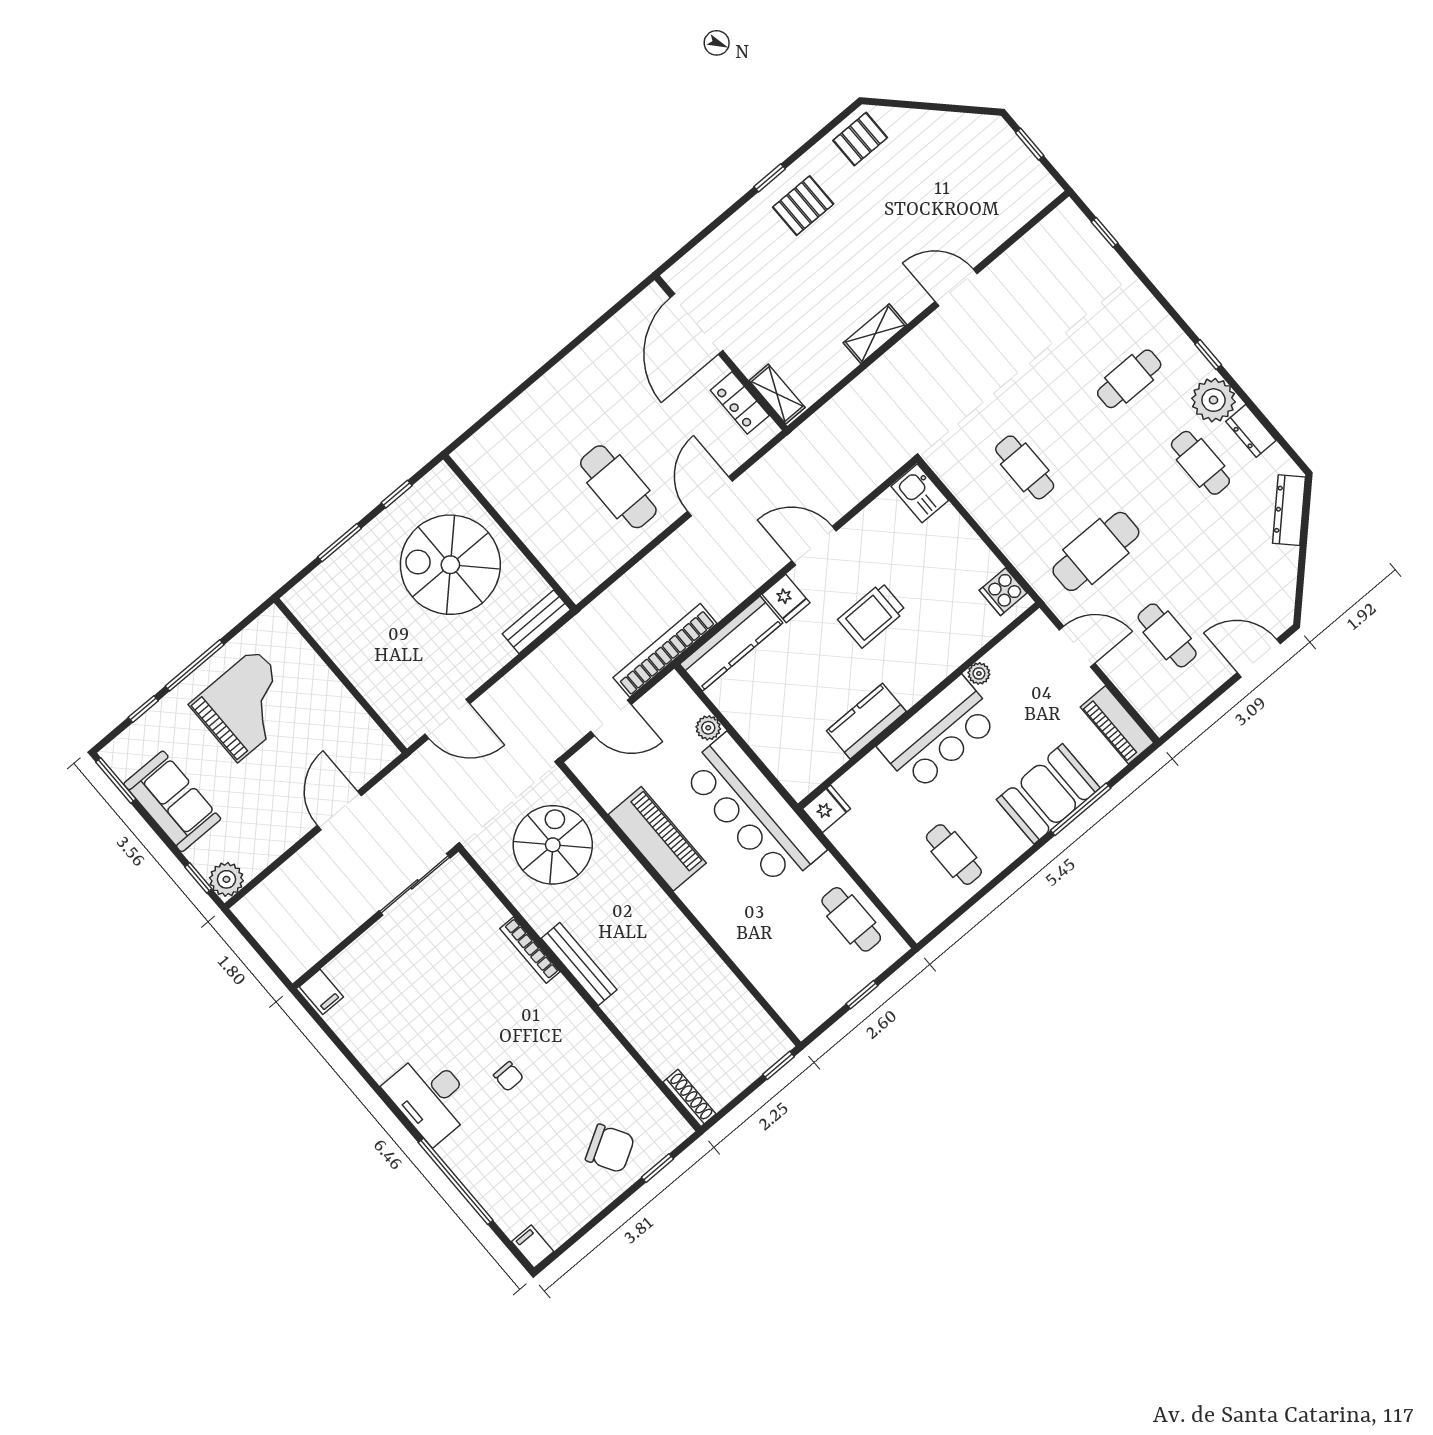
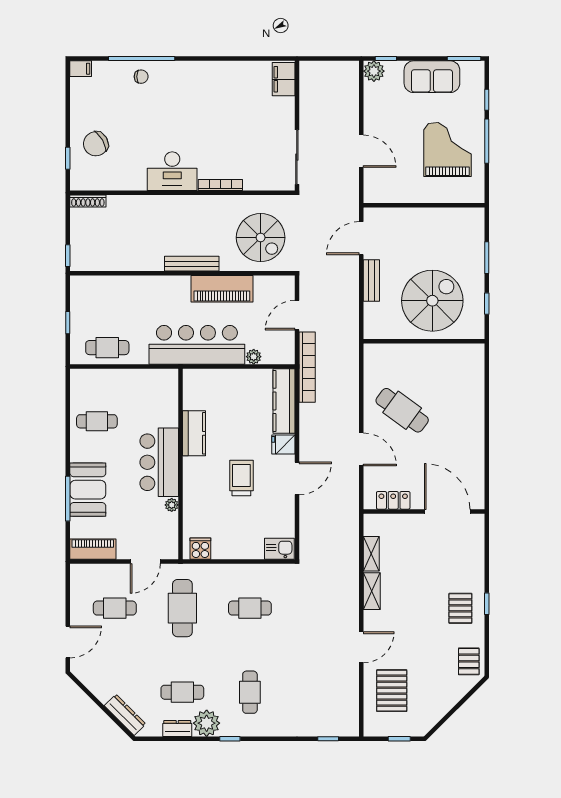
pallet: (978, 204) -> (392, 691), added
shelving: (777, 394) -> (371, 554), moved, turned 90
cafe table: (618, 487) -> (402, 410), turned 36
bench: (536, 622) -> (371, 281), moved
grand piano: (246, 705) -> (447, 150), turned 180
fridge: (826, 809) -> (169, 380), removed
bench: (579, 964) -> (192, 264), moved
filing cabinet: (321, 992) -> (284, 79), width x2.00
chair: (508, 1076) -> (141, 77), moved, turned 180
desk: (430, 1097) -> (172, 171), moved, turned 180

